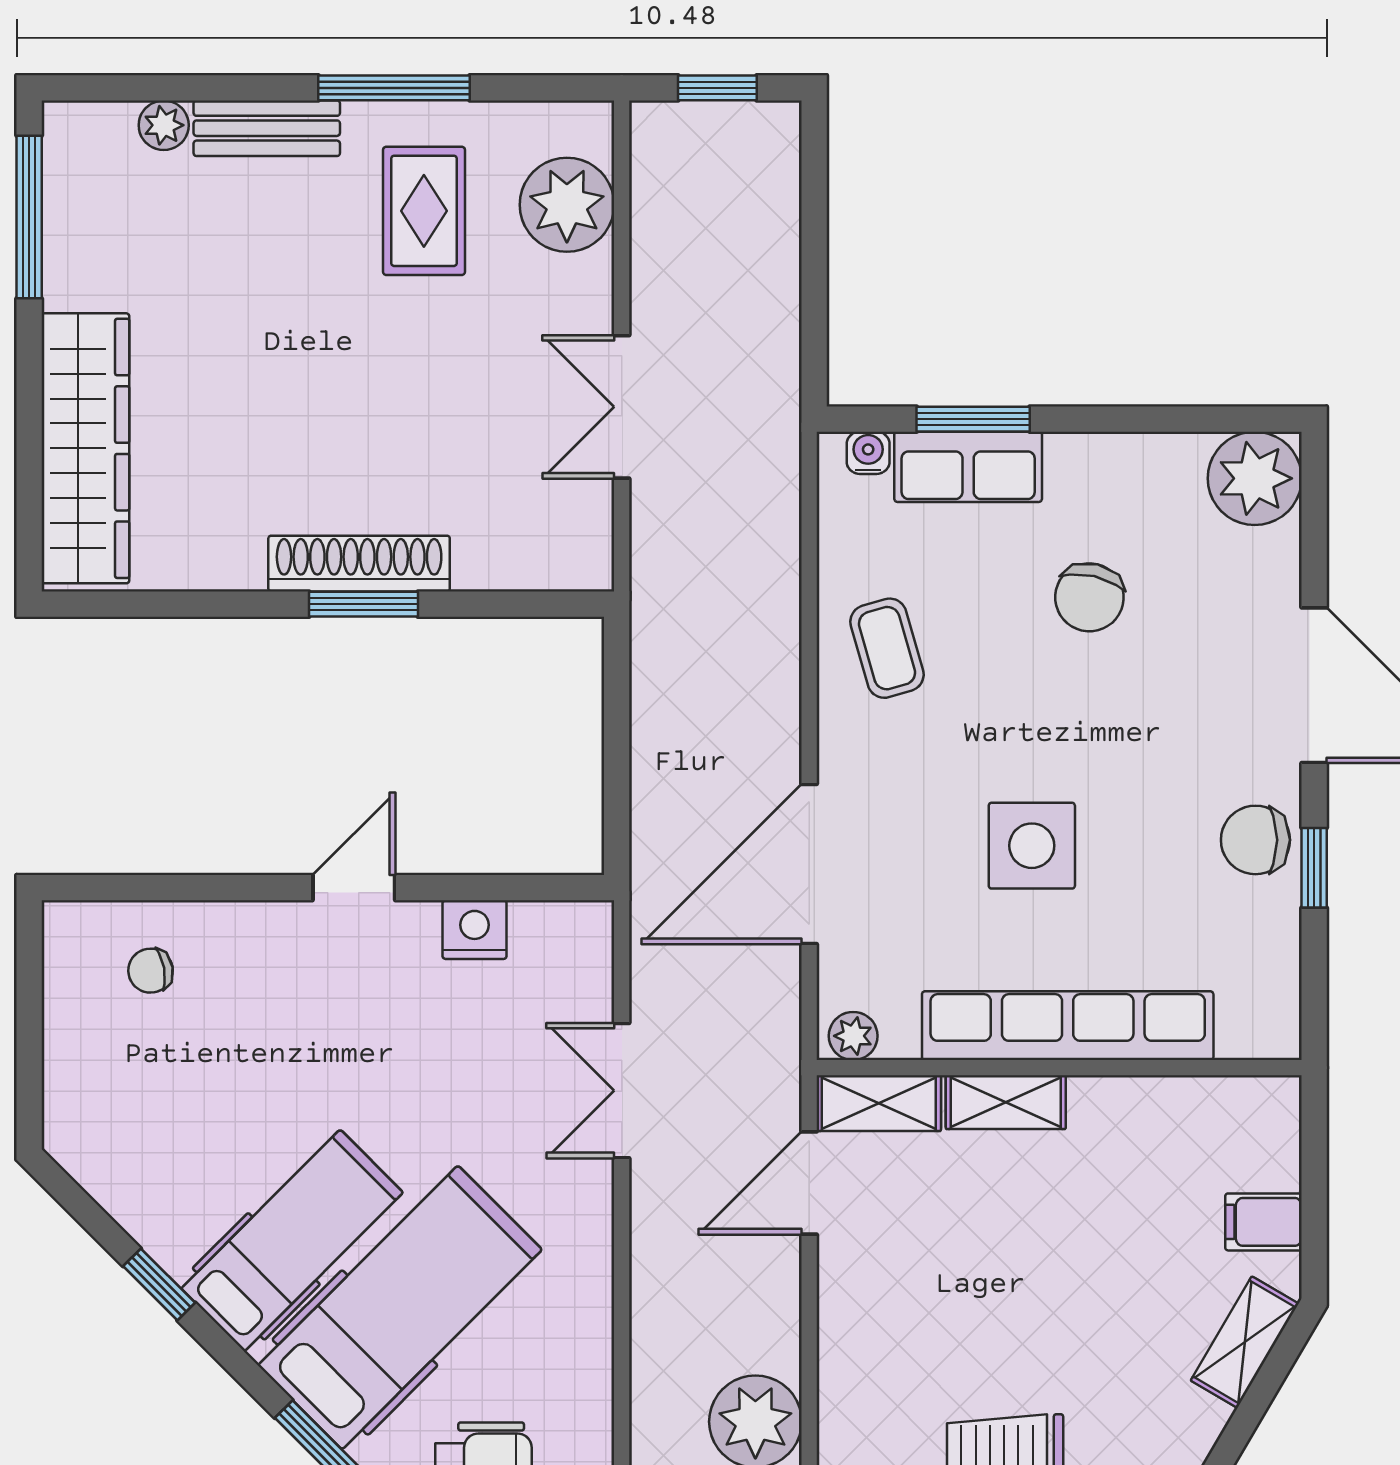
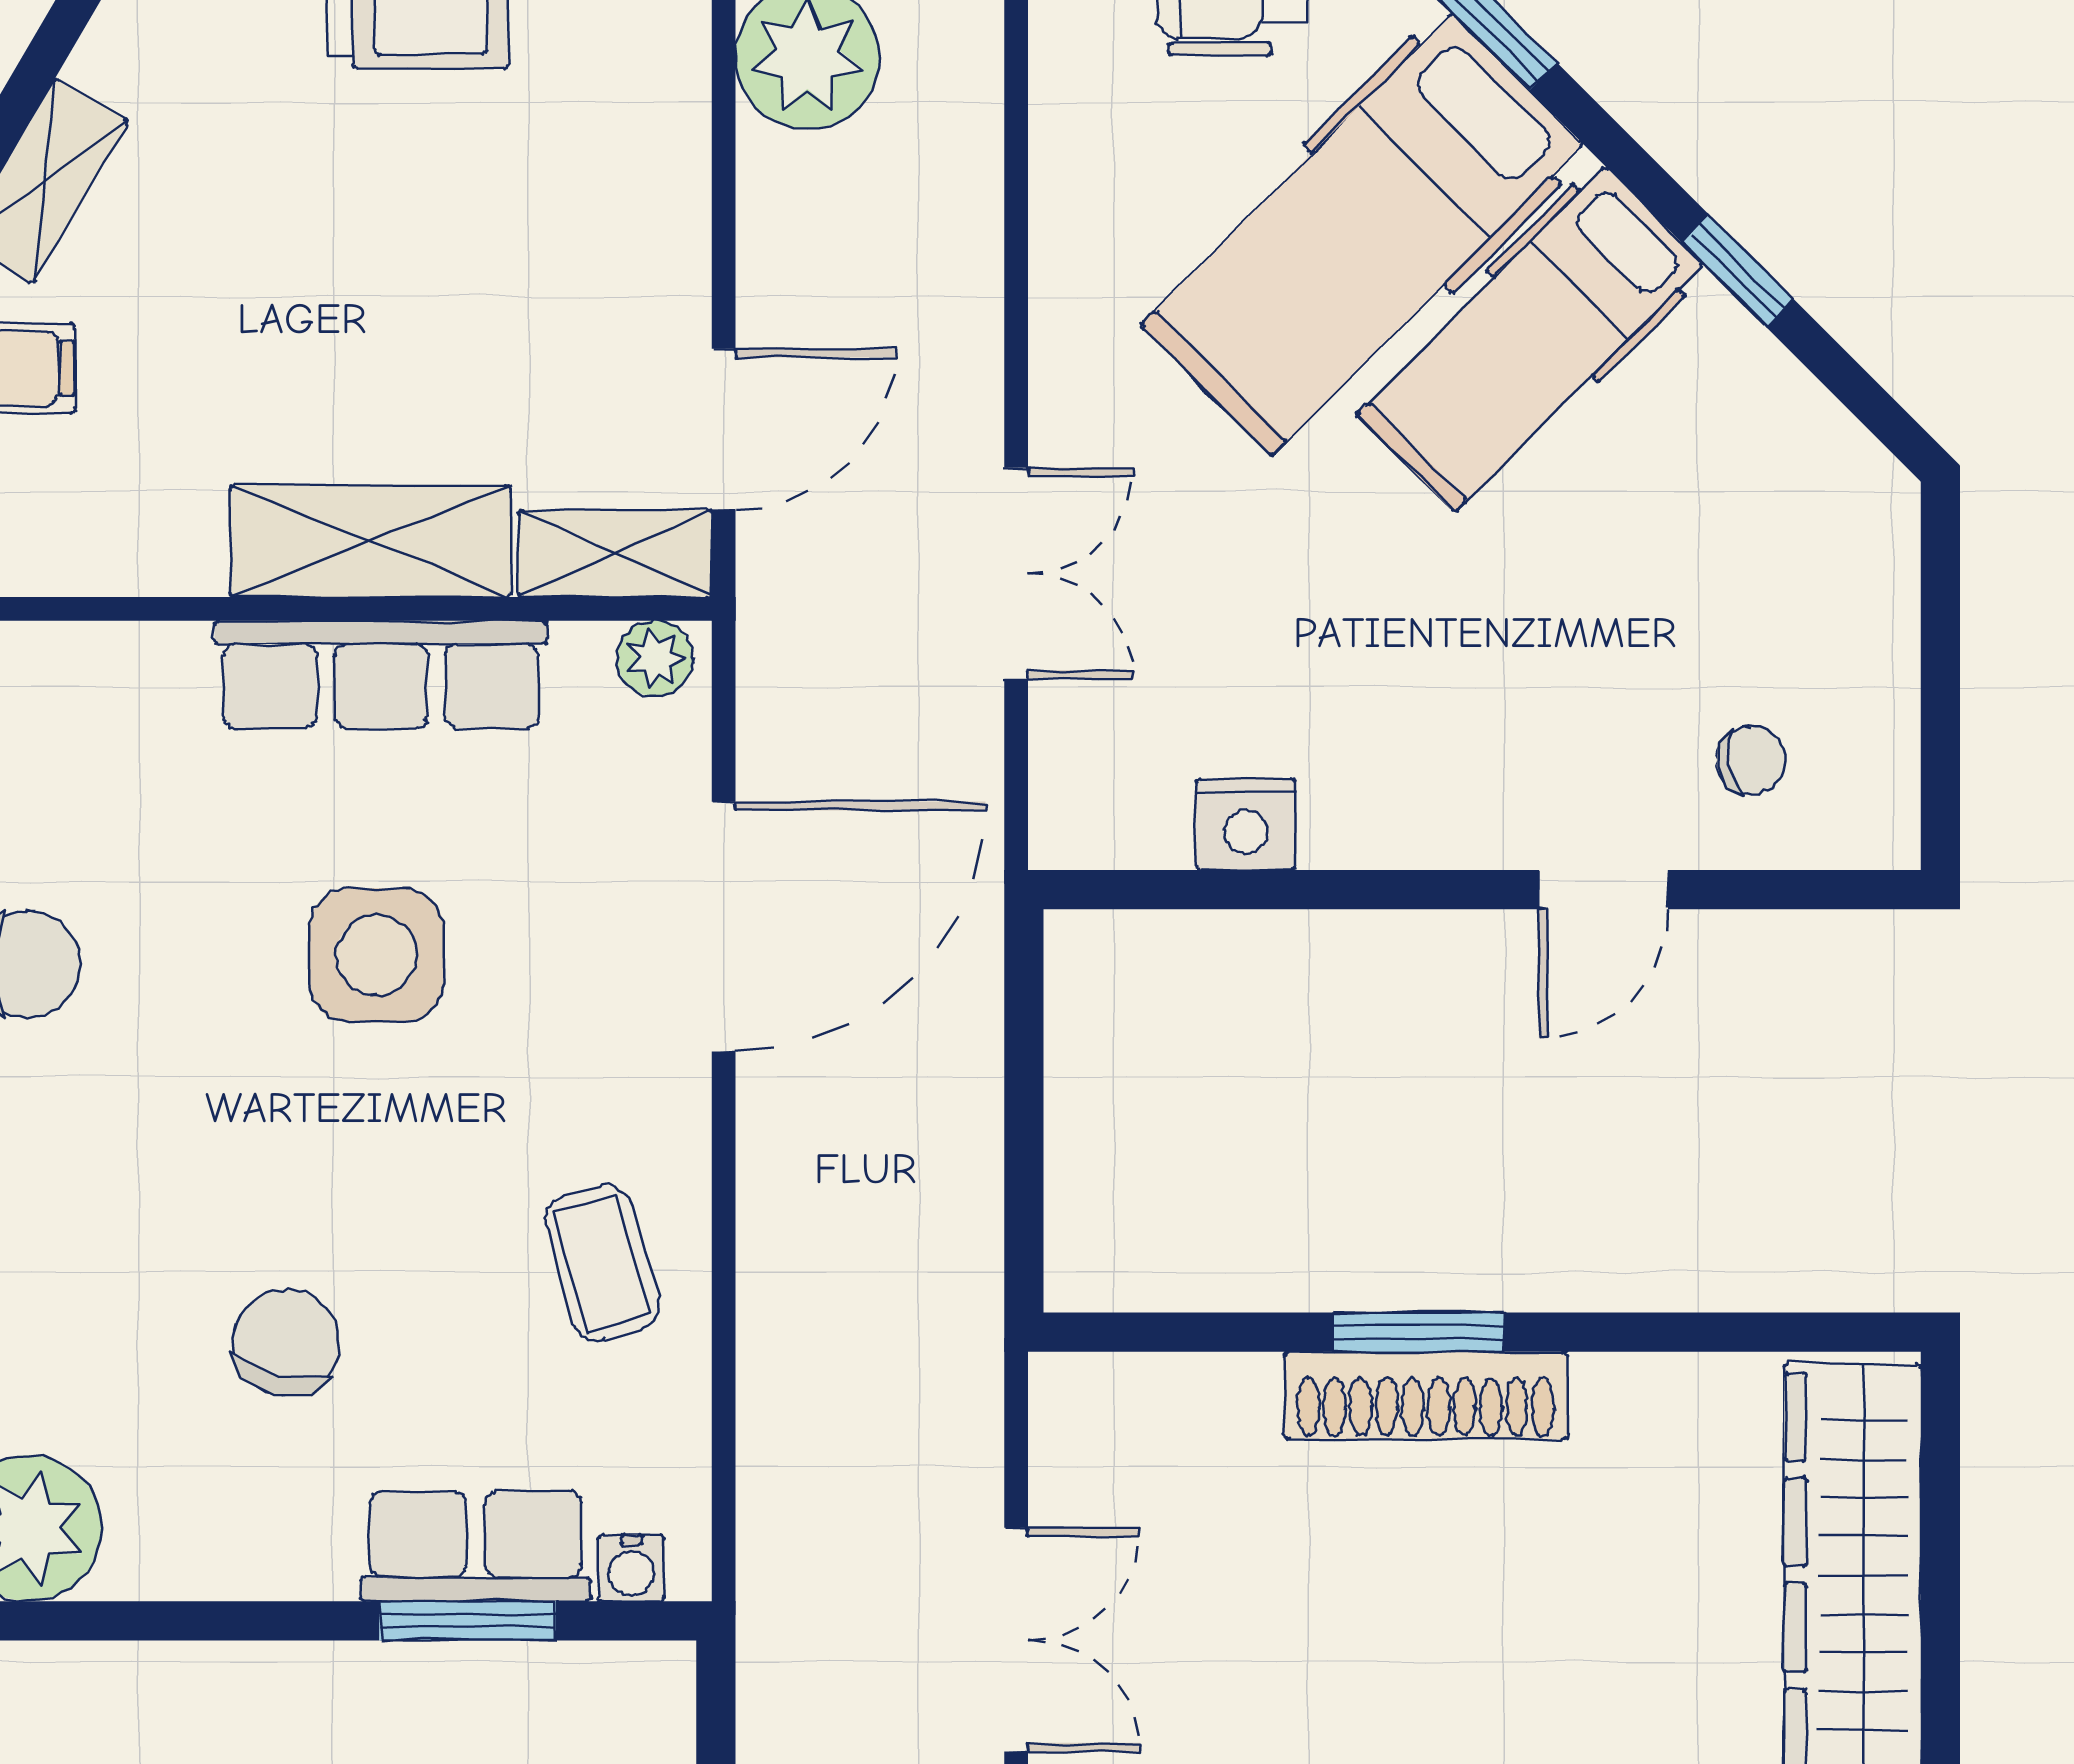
door: (354, 888) -> (1604, 890), moved
row of seats: (1068, 1026) -> (381, 674), width x0.73
shelving: (1006, 1102) -> (370, 541), width x1.50, depth x1.33

